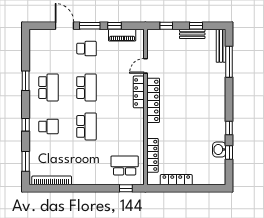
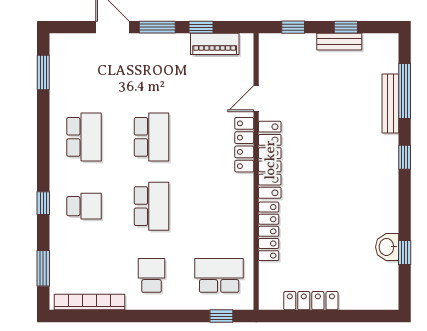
bench: (221, 46) -> (390, 103), moved
school desk: (87, 49) -> (152, 275), moved, turned -90
window: (26, 81) -> (43, 72), moved
window: (229, 128) -> (405, 157), moved
locker: (152, 155) -> (269, 231), moved

